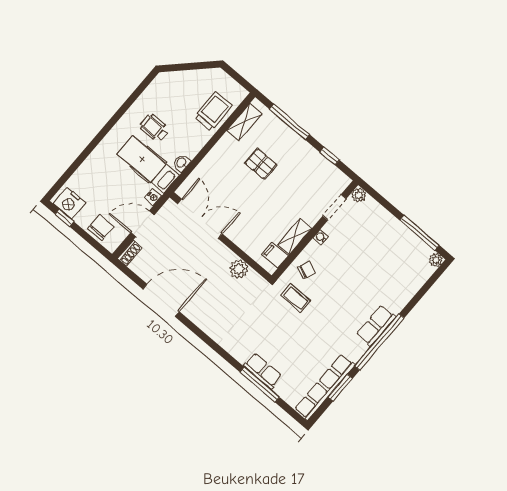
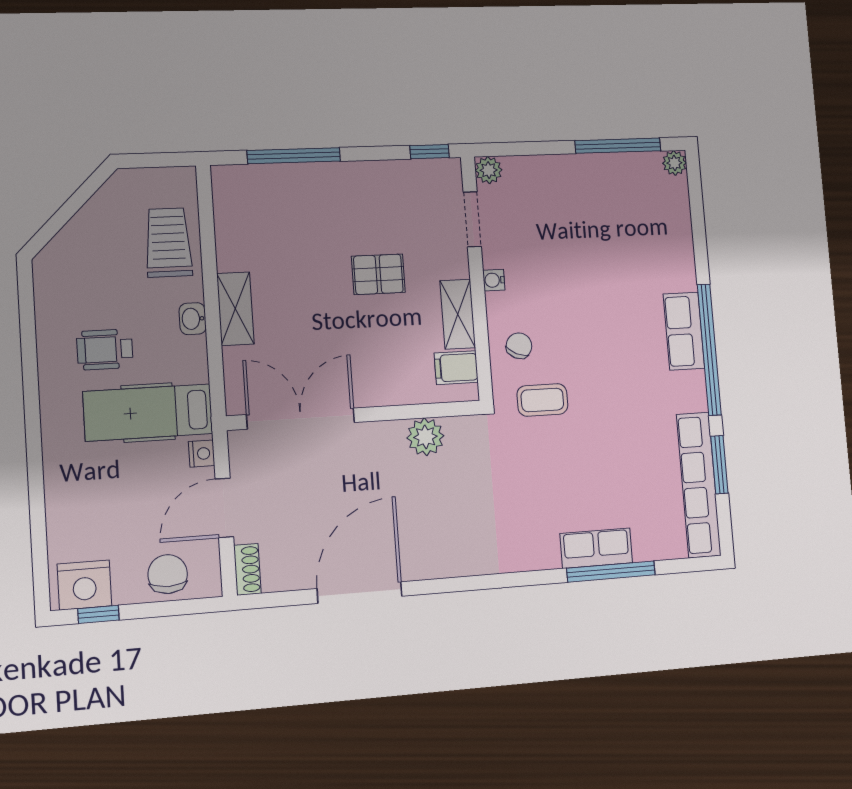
shelving: (244, 122) -> (235, 309), moved
window: (330, 156) -> (430, 152), moved
washbasin: (182, 163) -> (193, 319), moved
pallet: (261, 164) -> (378, 274), moved

